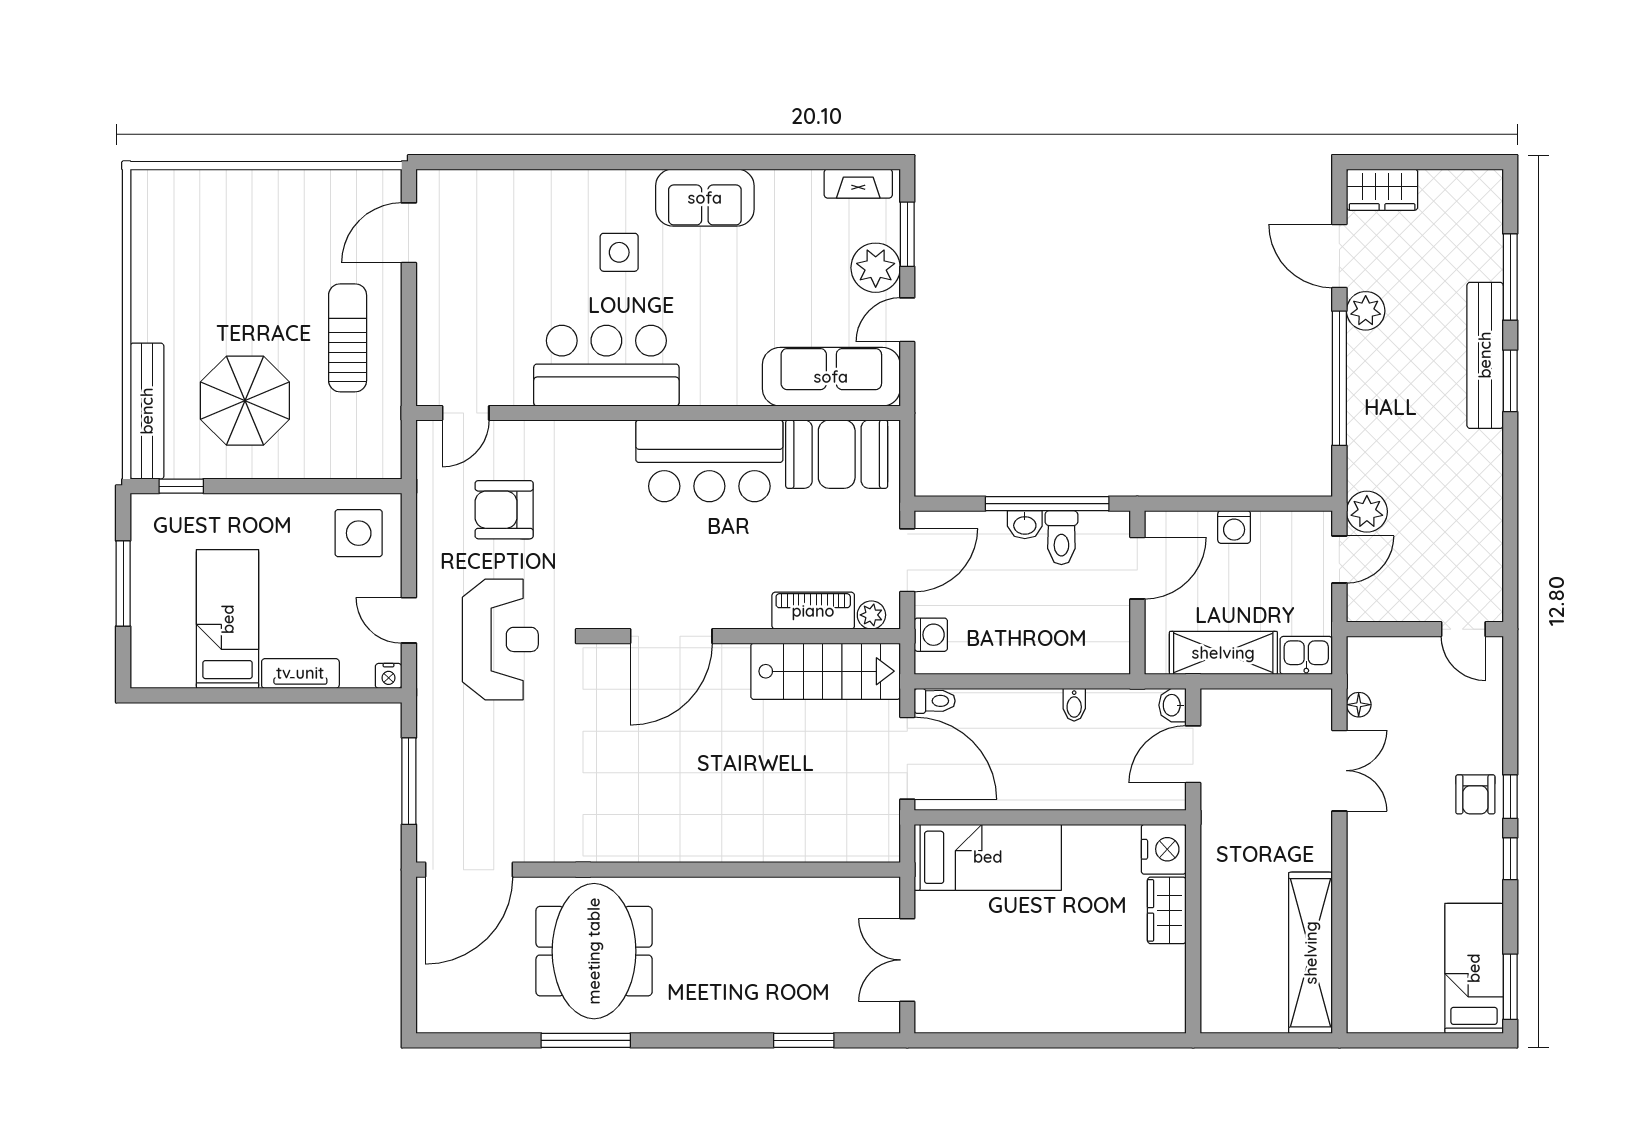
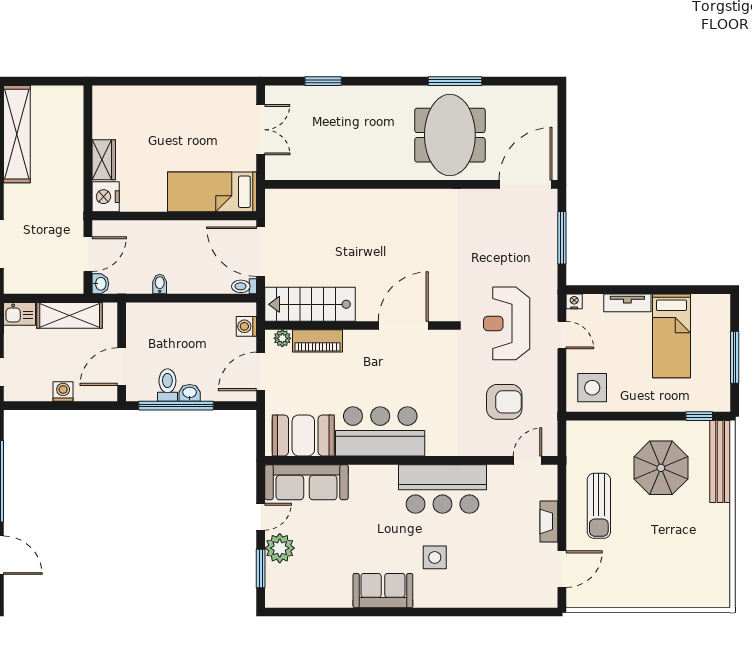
fireplace: (858, 184) -> (549, 521), moved, turned -90

